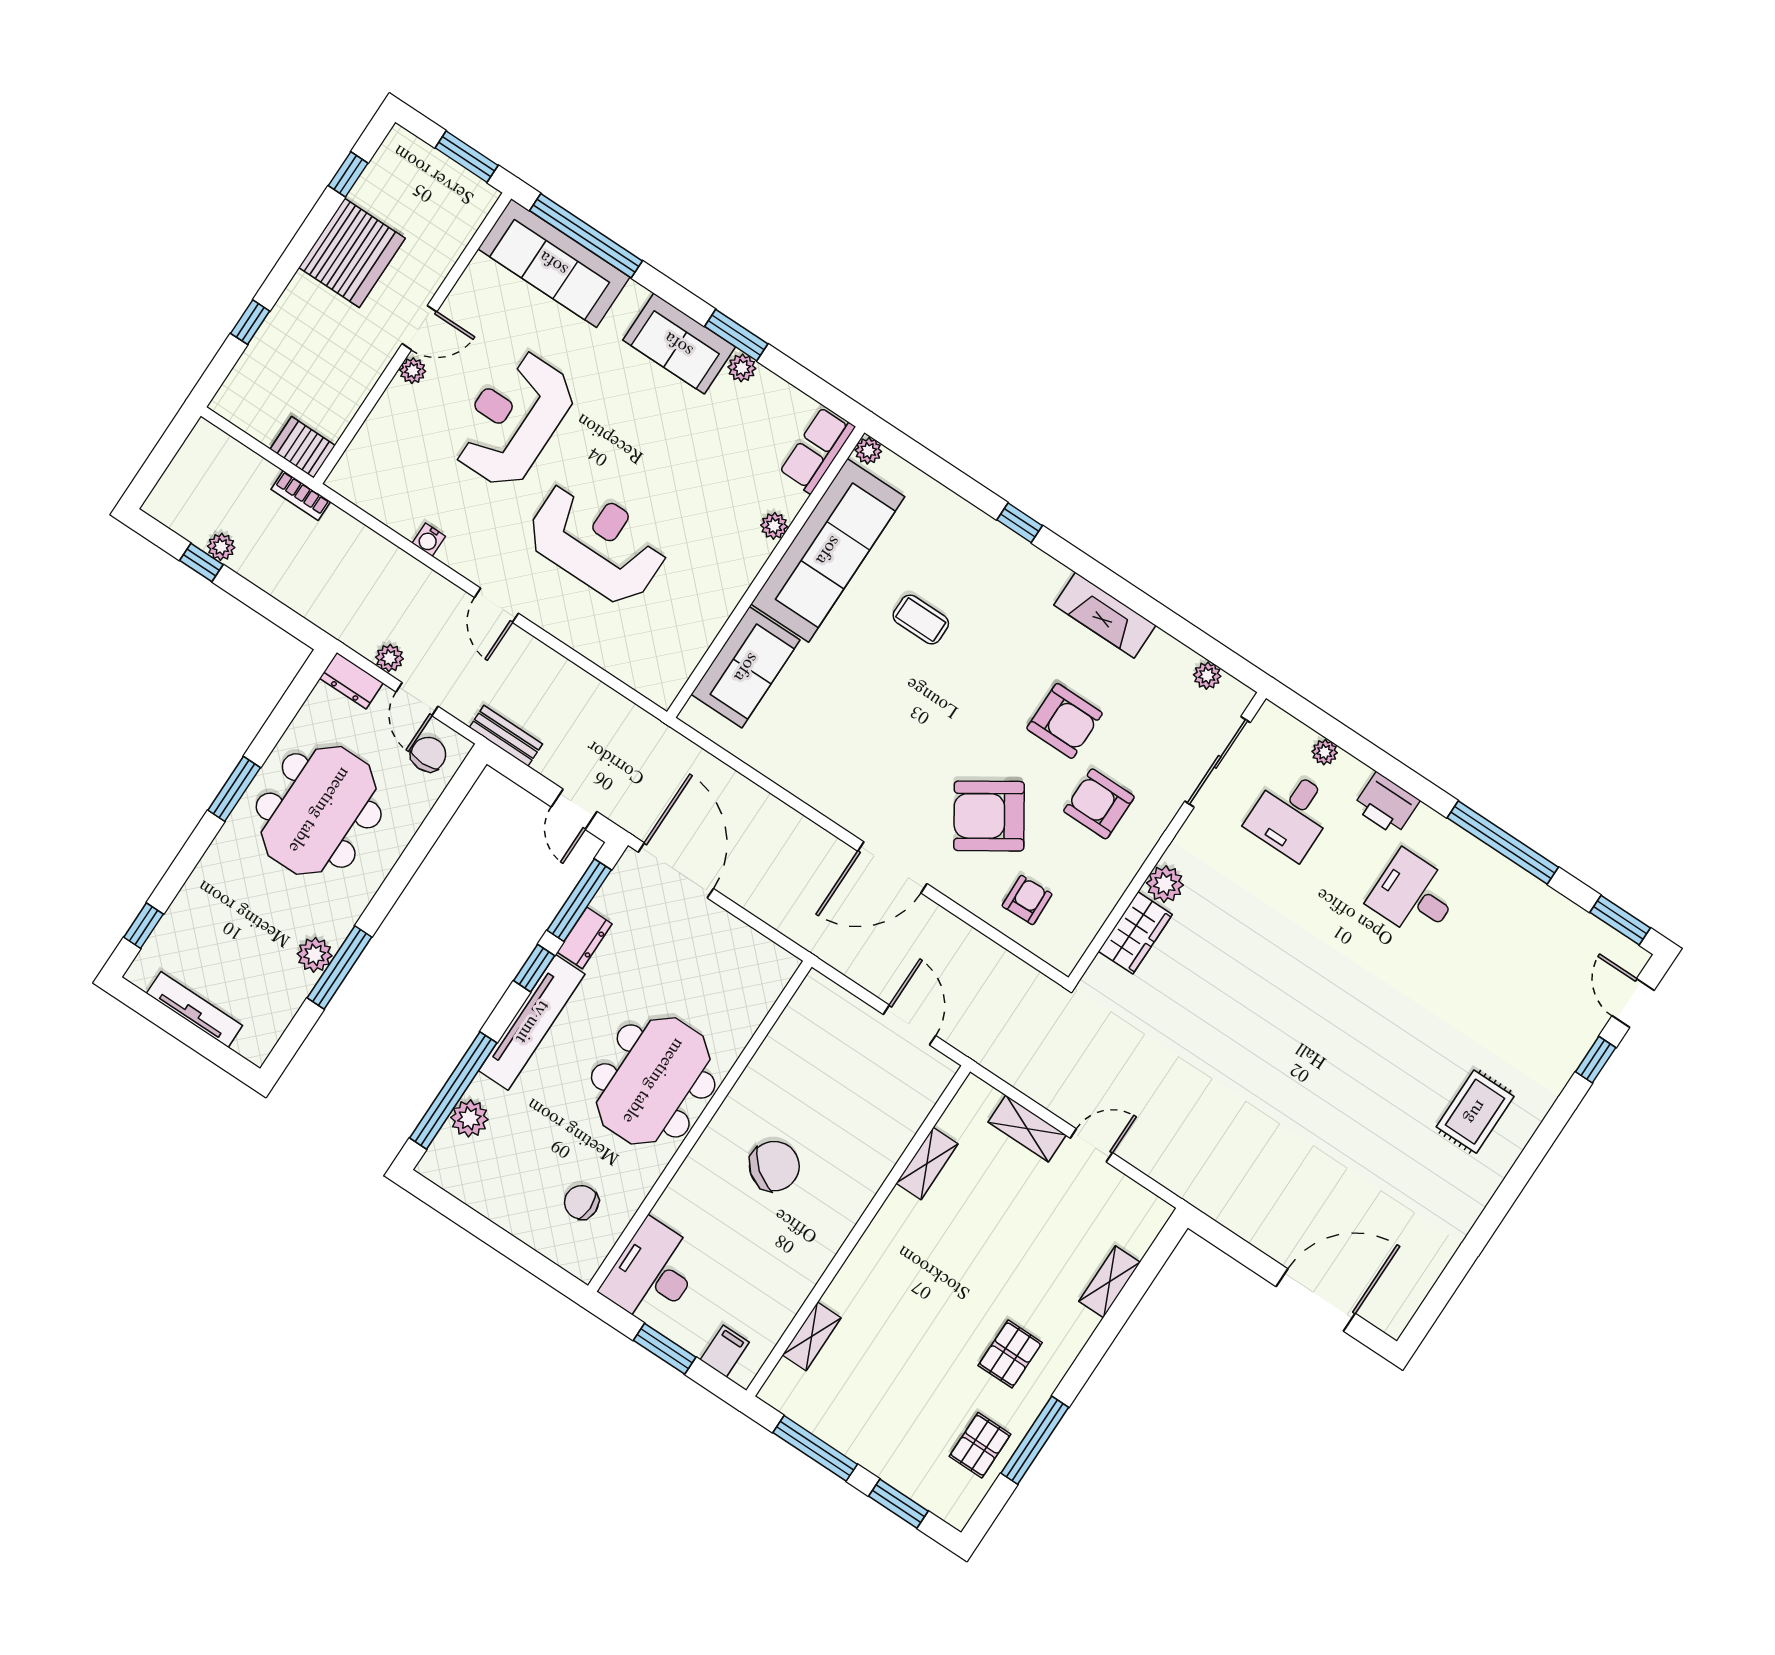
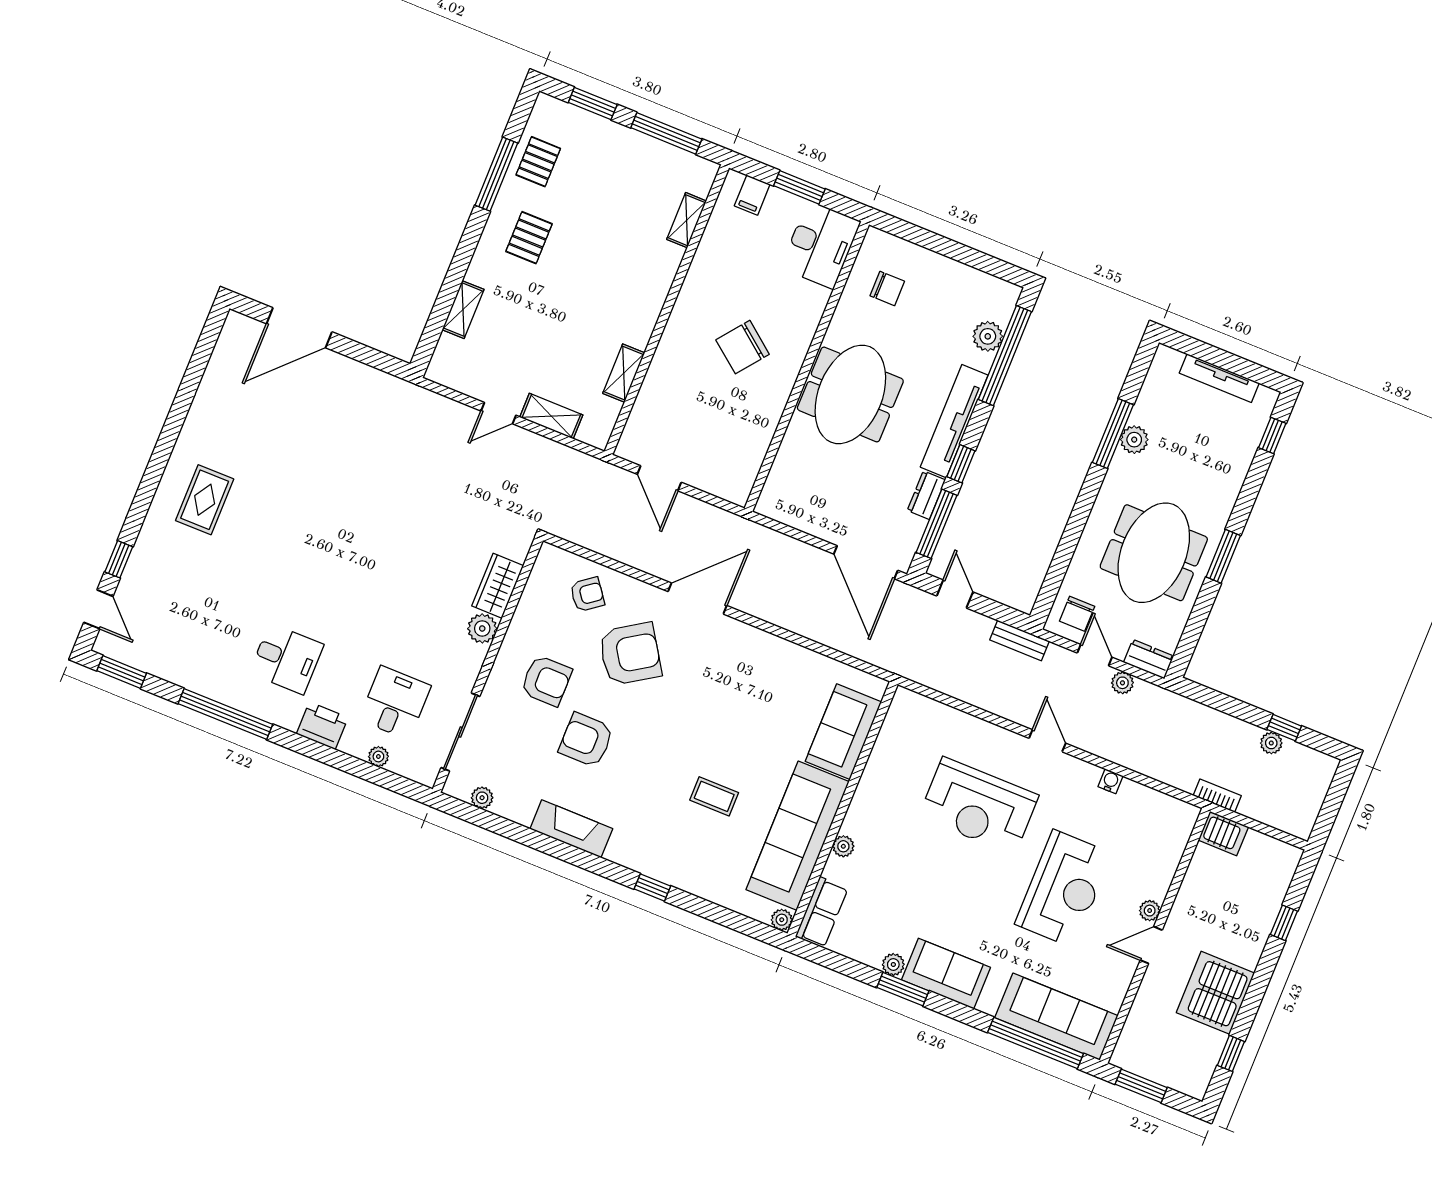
armchair: (1027, 900) -> (587, 594), turned -125

